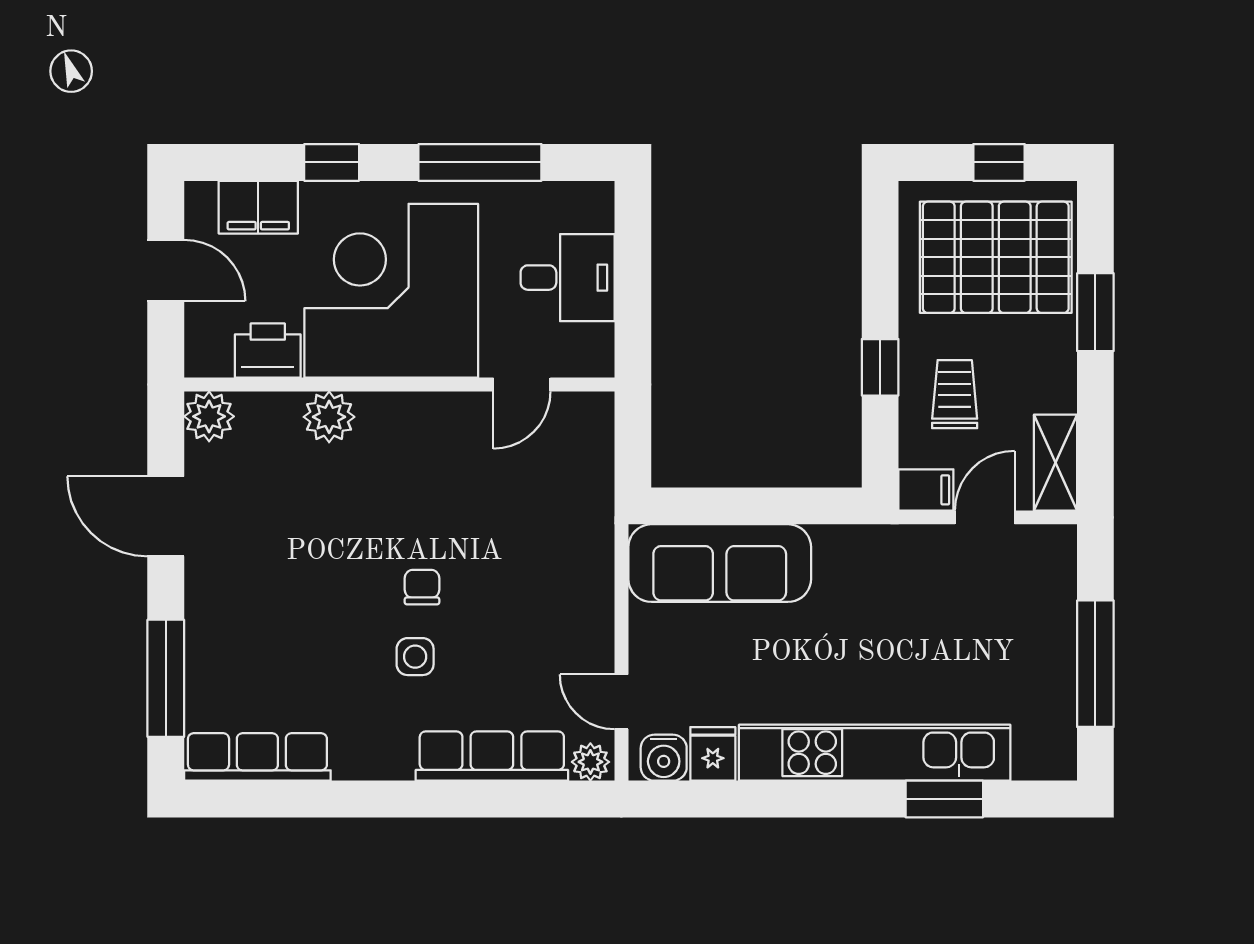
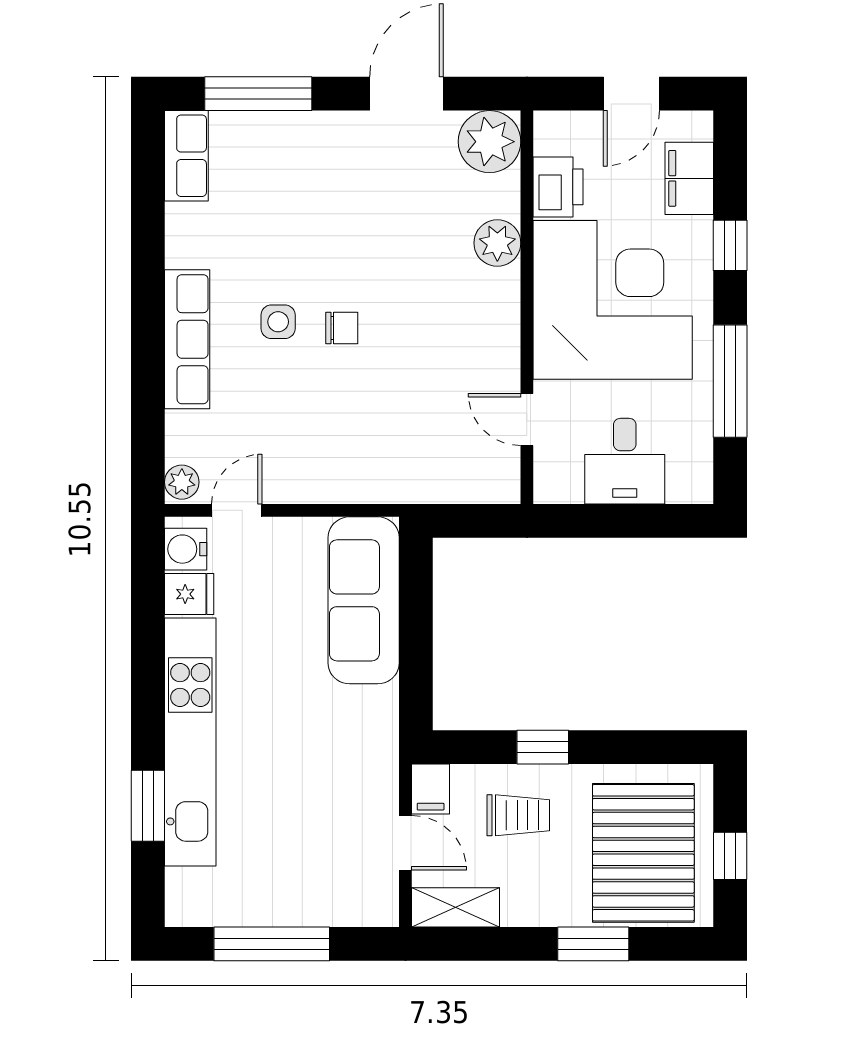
plant: (209, 416) -> (489, 142), width x1.36, depth x1.36
row of seats: (492, 756) -> (187, 339), moved
row of seats: (257, 757) -> (186, 156), width x0.68

